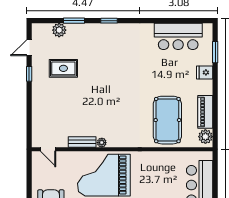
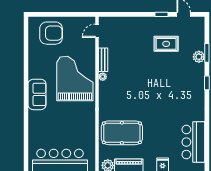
plant: (59, 30) -> (199, 57), moved
rug: (63, 68) -> (166, 44), turned 90

